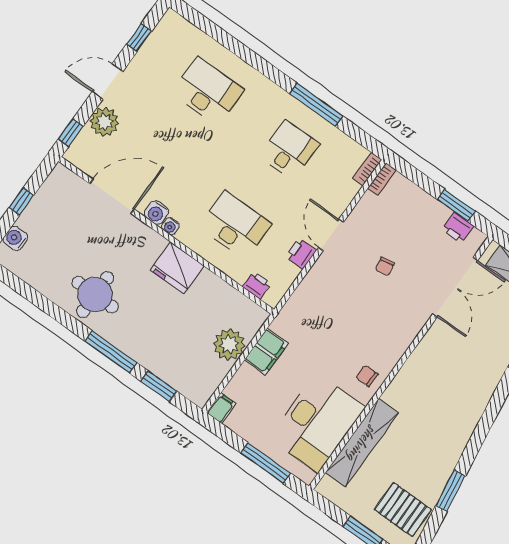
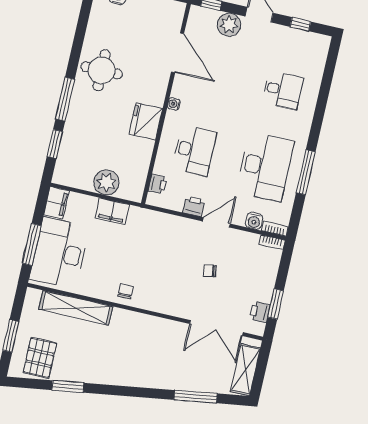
desk: (208, 91) -> (283, 90), width x0.73
desk: (289, 150) -> (265, 167), width x1.87, depth x1.30
water cooler: (156, 213) -> (254, 221), moved, turned -90
filing cabinet: (221, 408) -> (56, 203), width x2.00
desk: (317, 422) -> (60, 253), moved, turned 90

